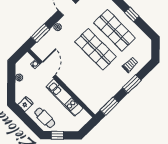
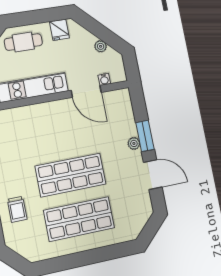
window: (132, 14) -> (85, 258), removed
window: (40, 33) -> (145, 136), moved

